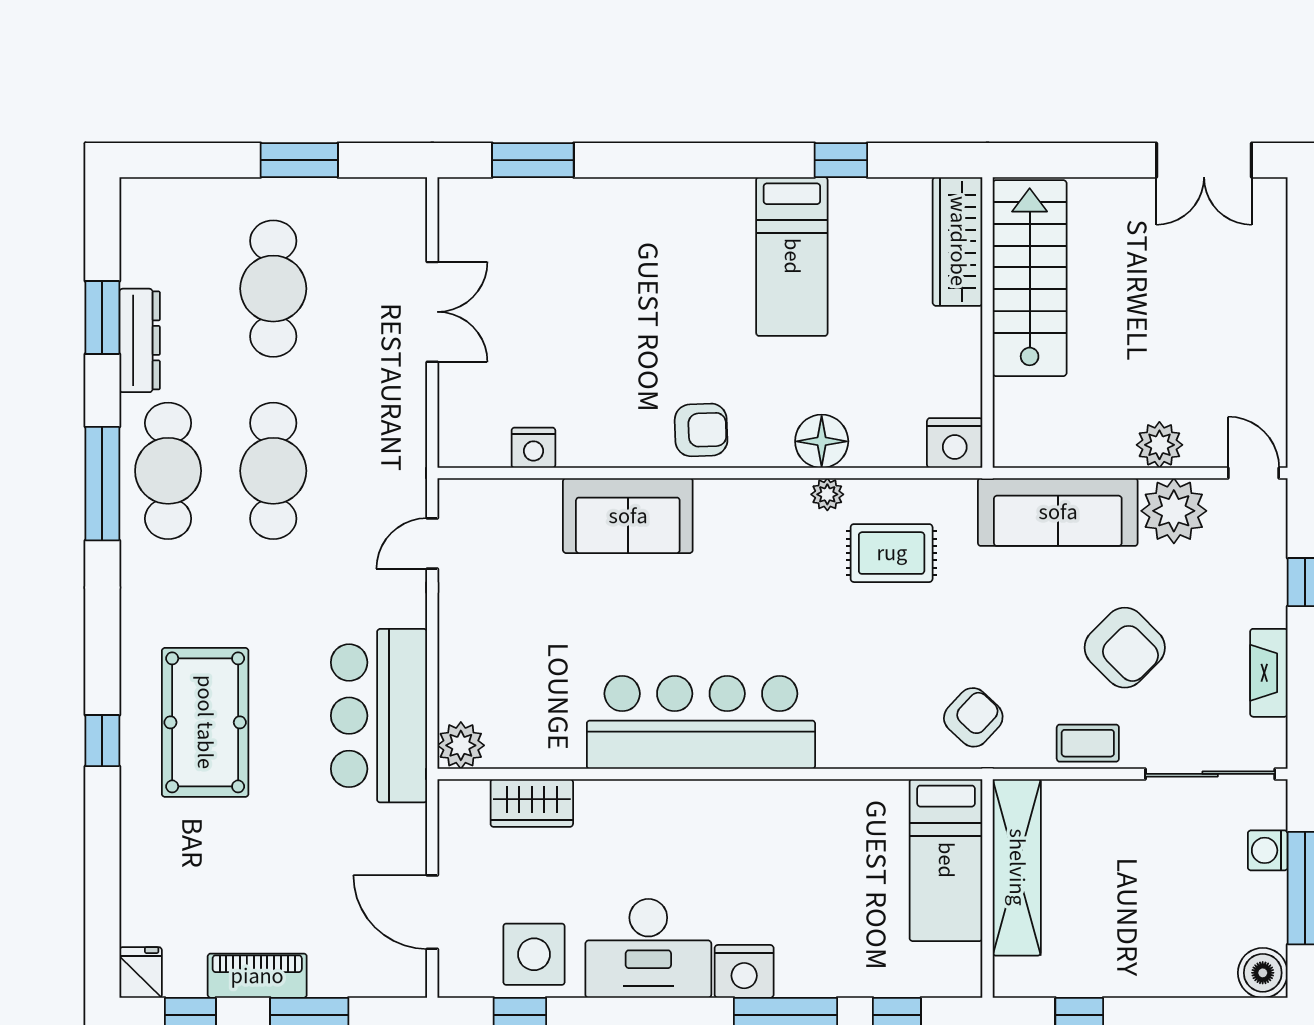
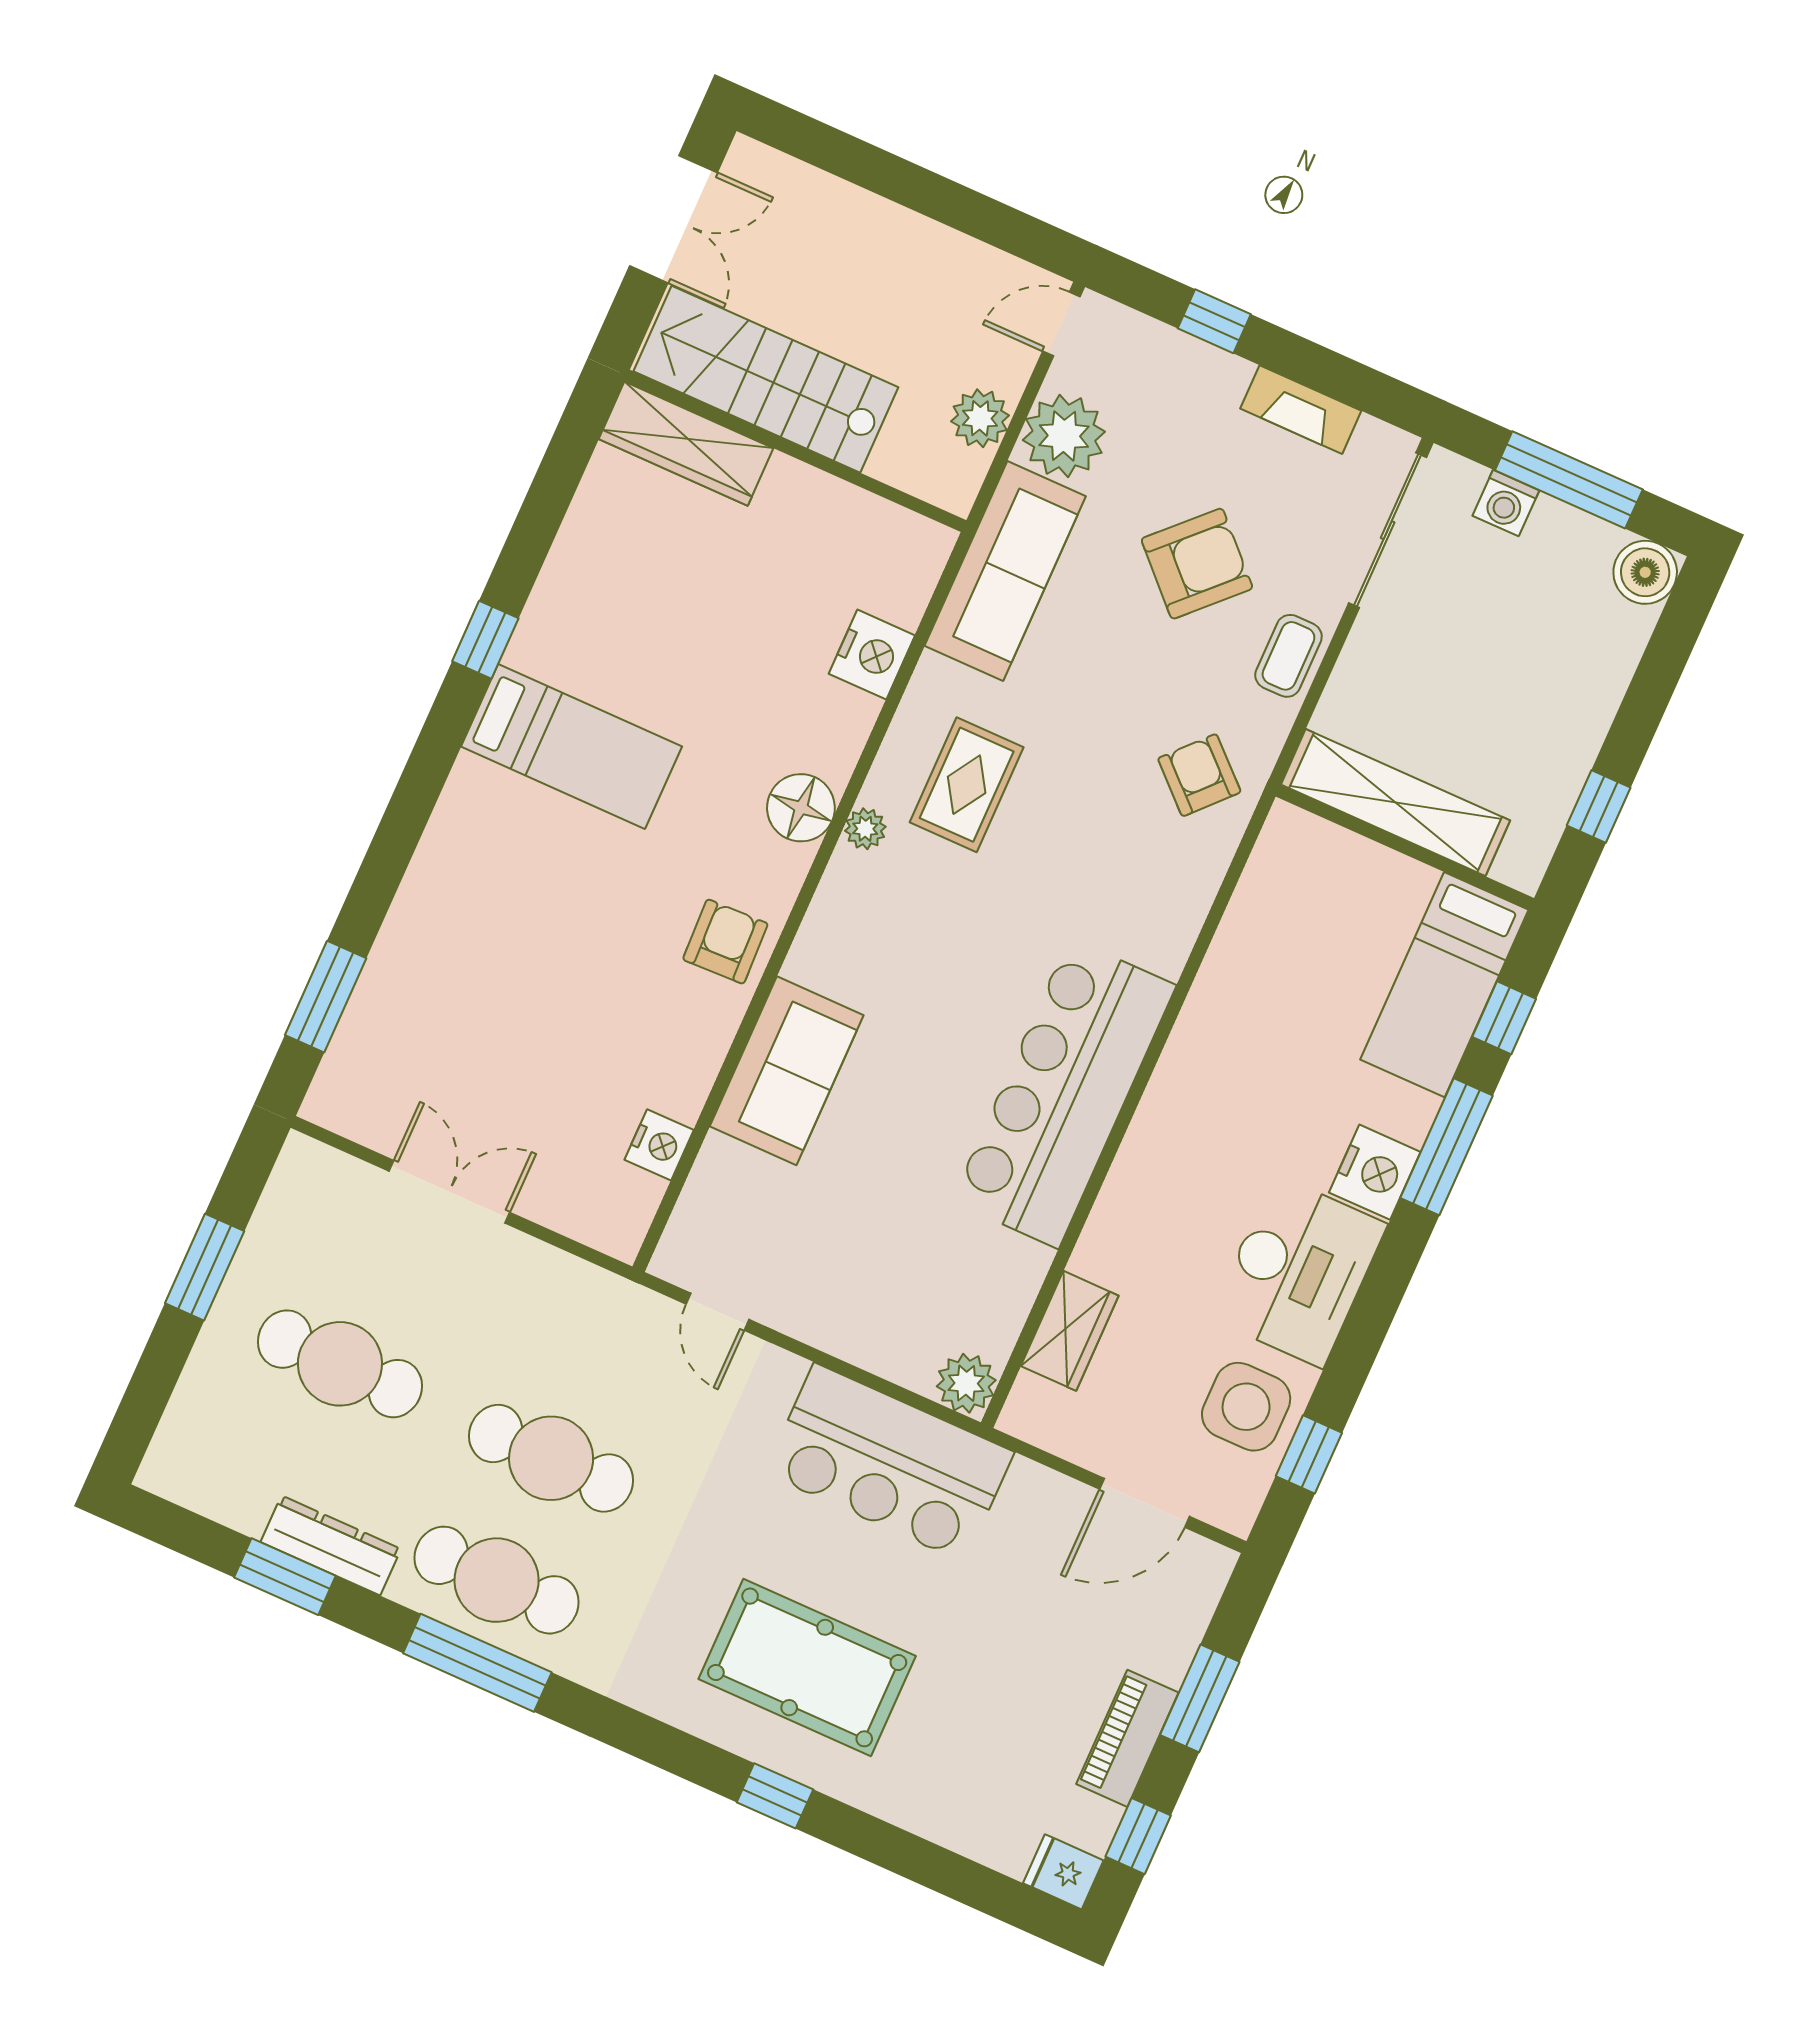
wardrobe: (958, 241) -> (686, 444), moved
stairs: (1030, 278) -> (766, 379), moved
wall: (988, 322) -> (795, 451), moved
bed: (946, 860) -> (1444, 985), moved, turned 90

